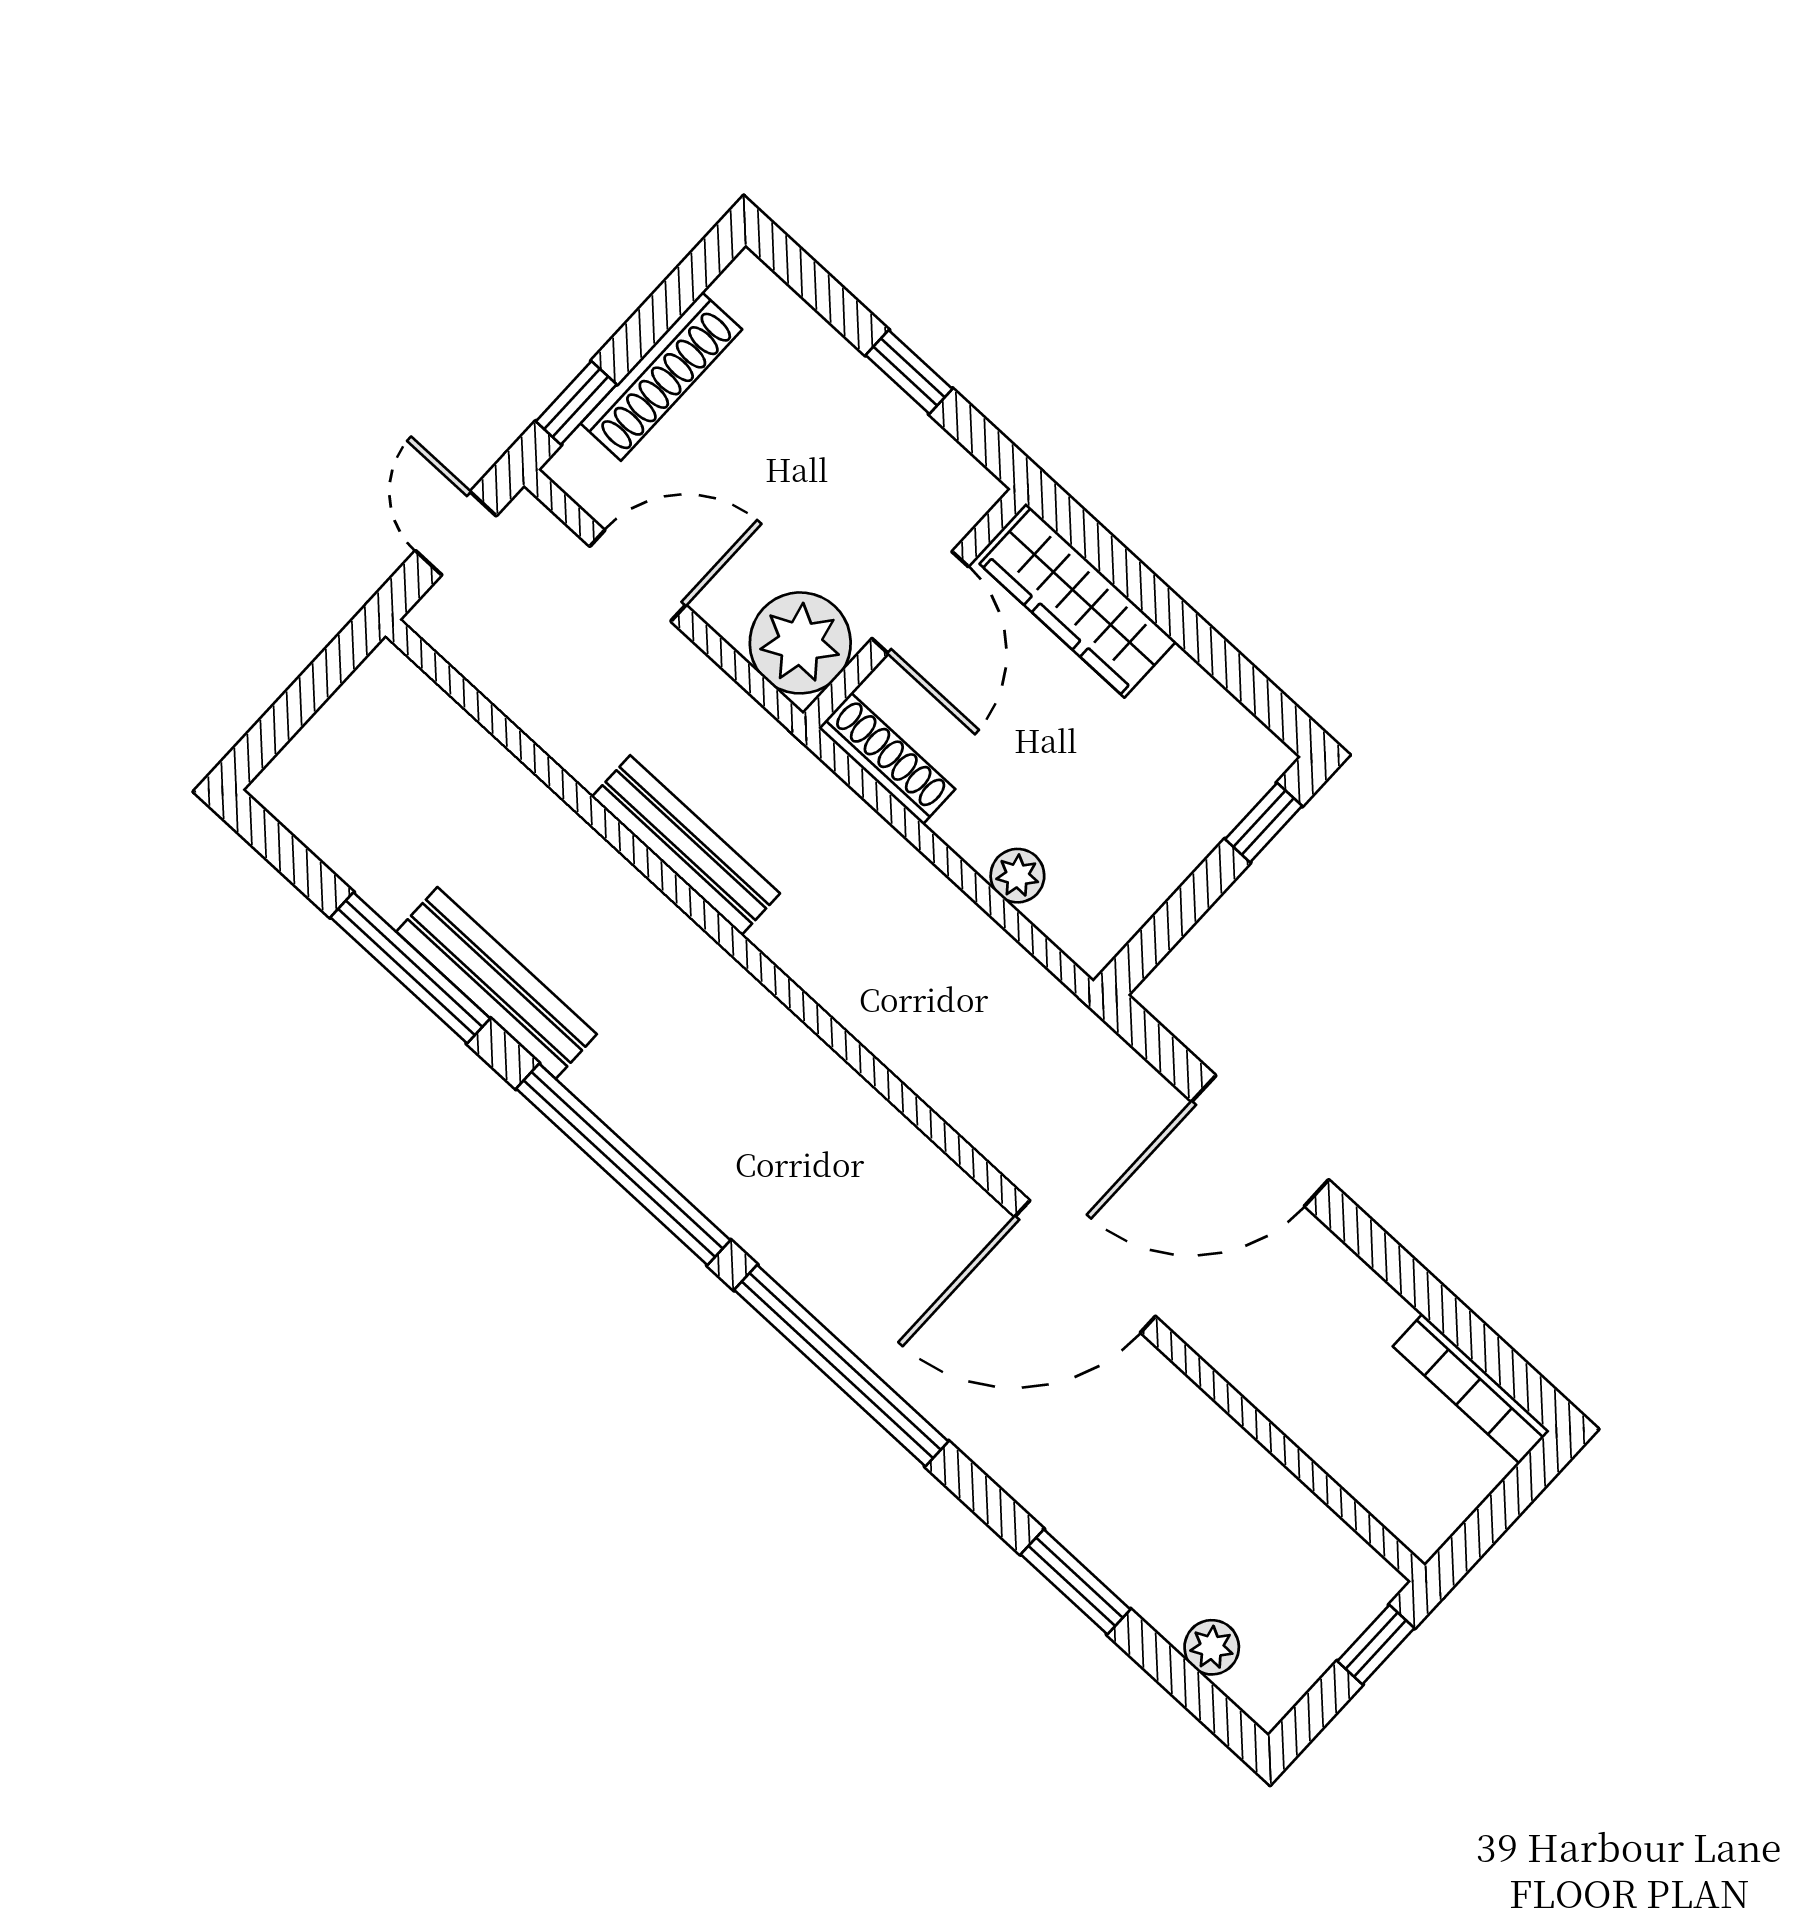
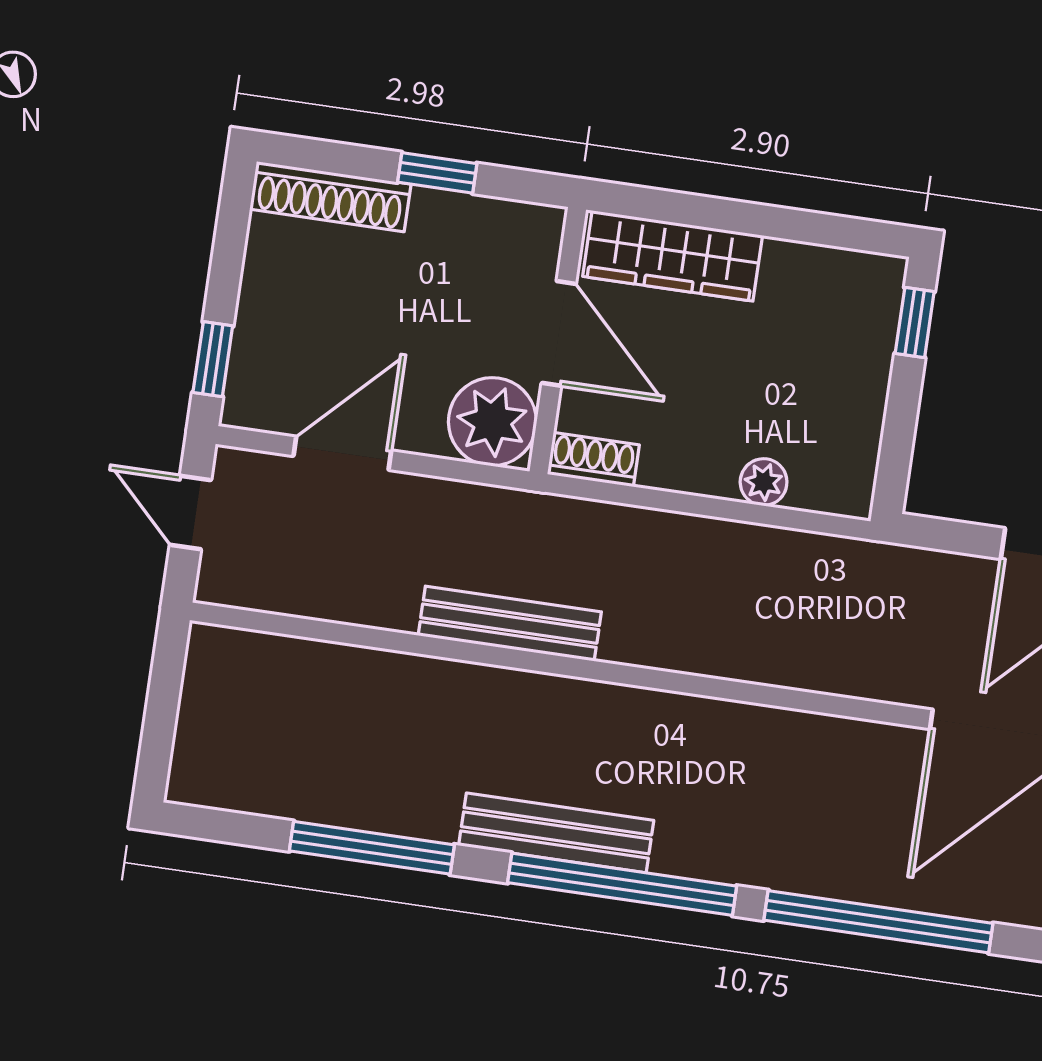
shoe rack: (661, 376) -> (330, 197), moved, turned 90
shoe rack: (887, 759) -> (593, 460), width x0.70
bench: (497, 983) -> (556, 833), moved

